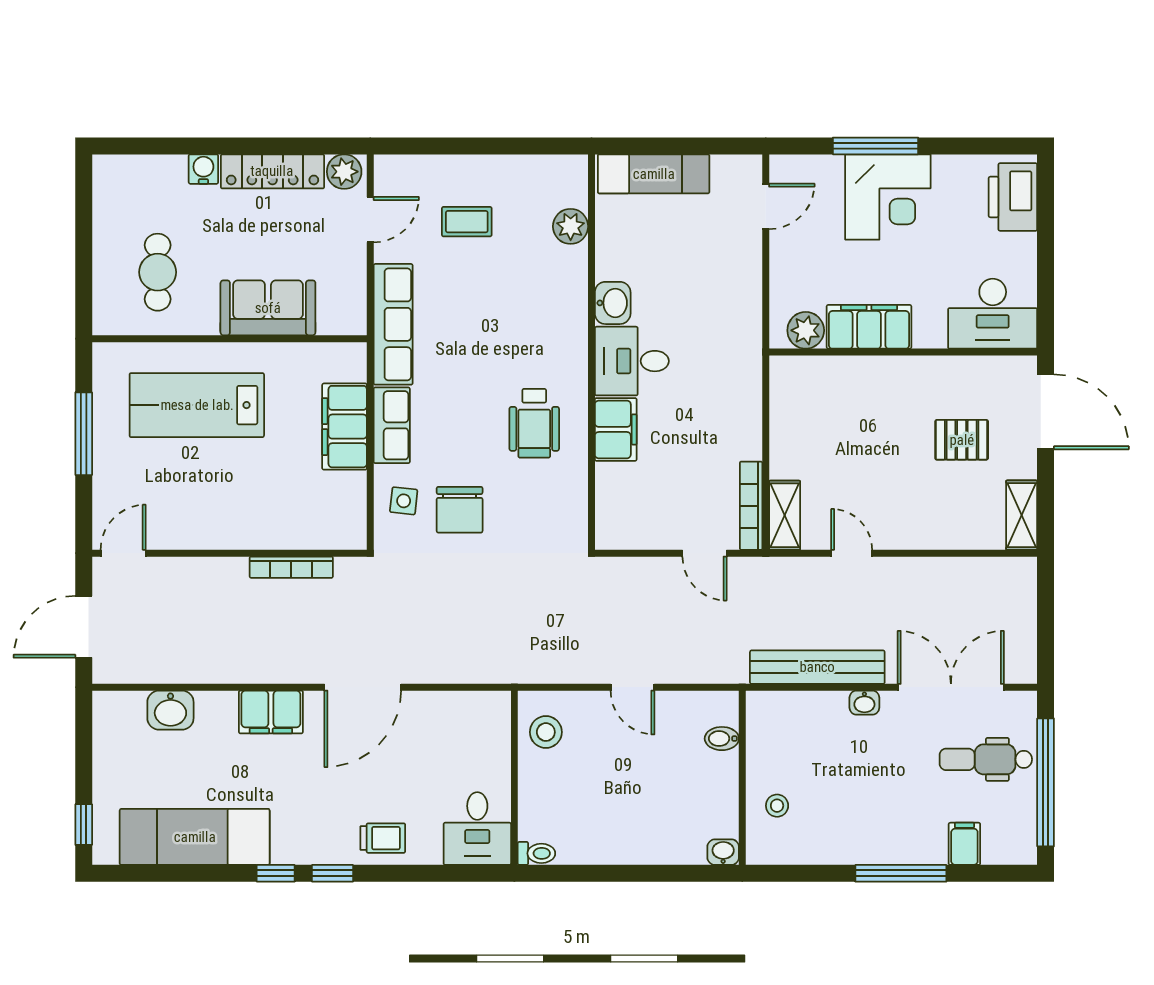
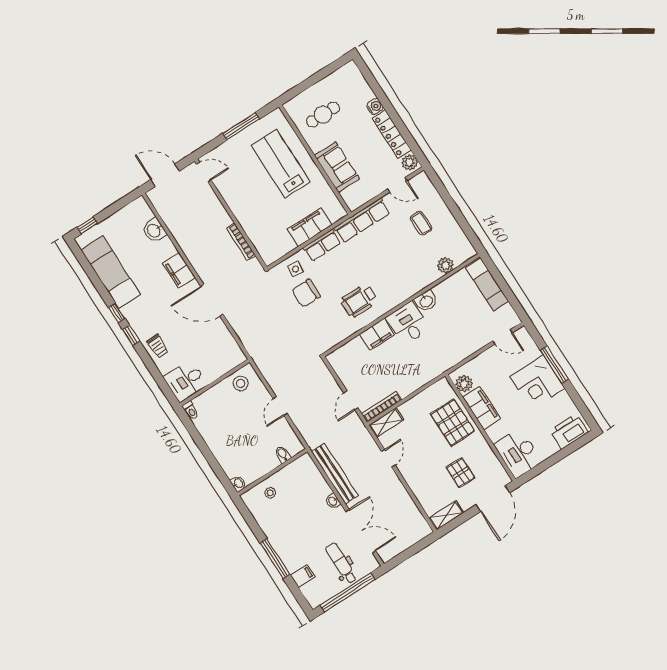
pallet: (862, 396) -> (453, 423), added

